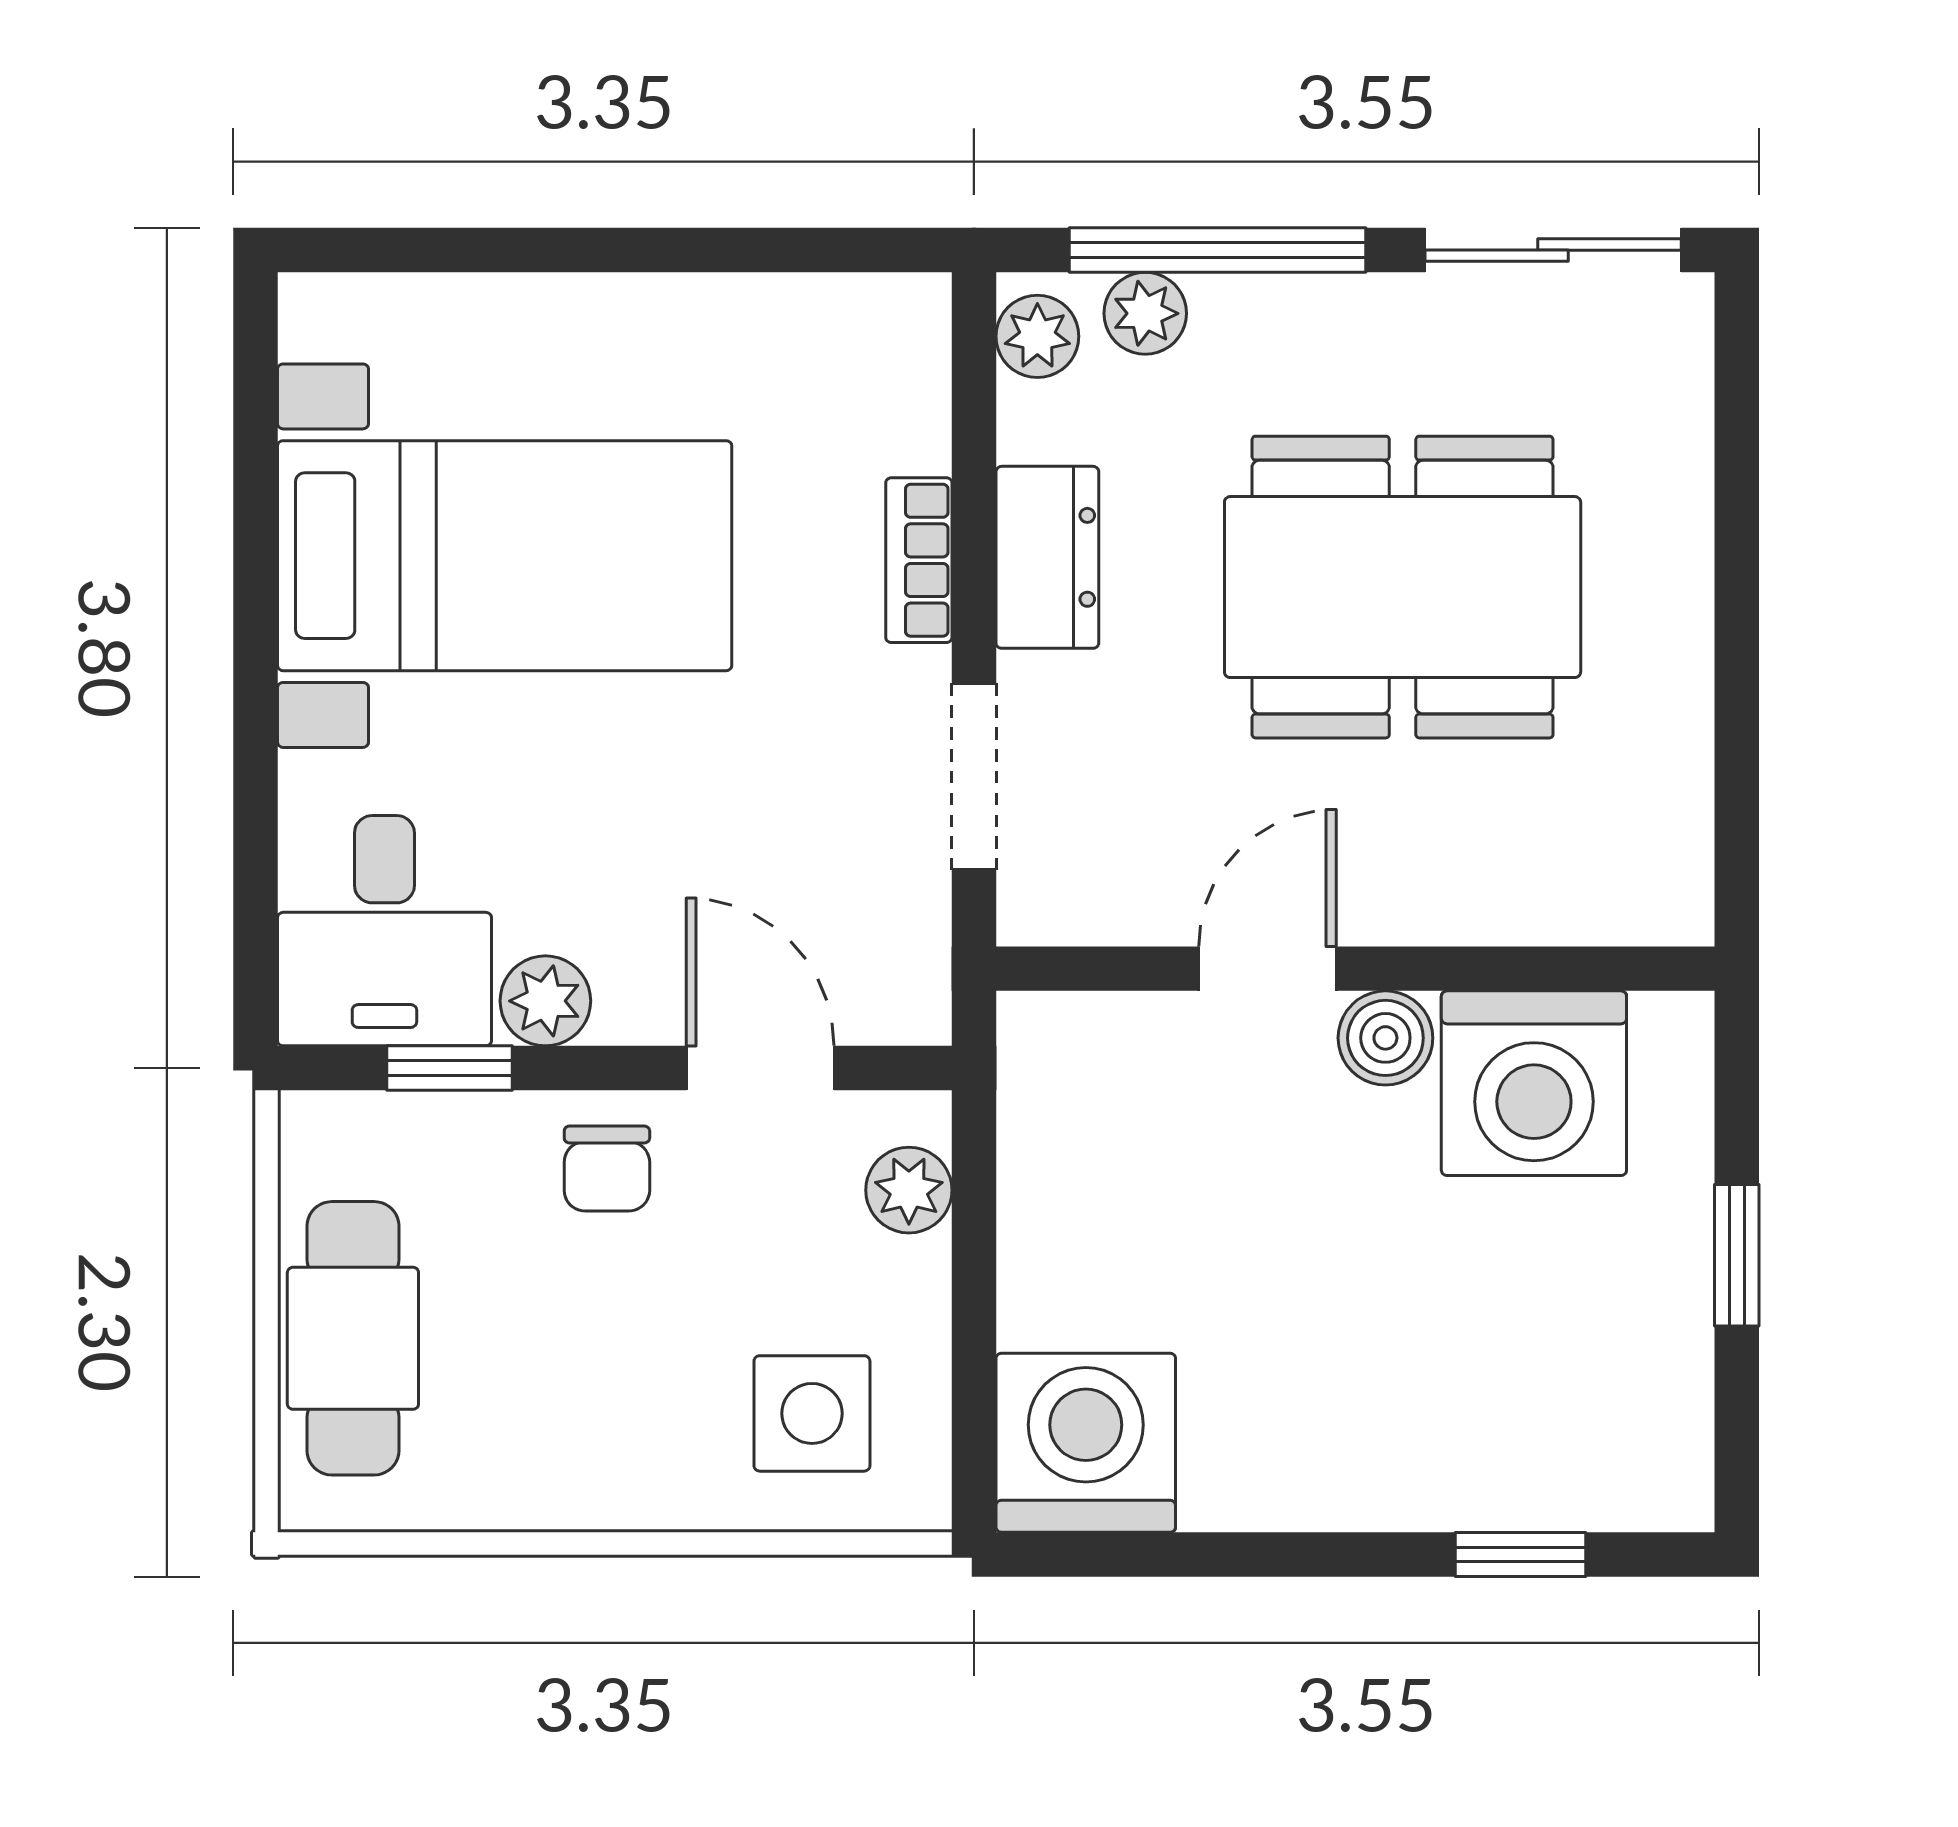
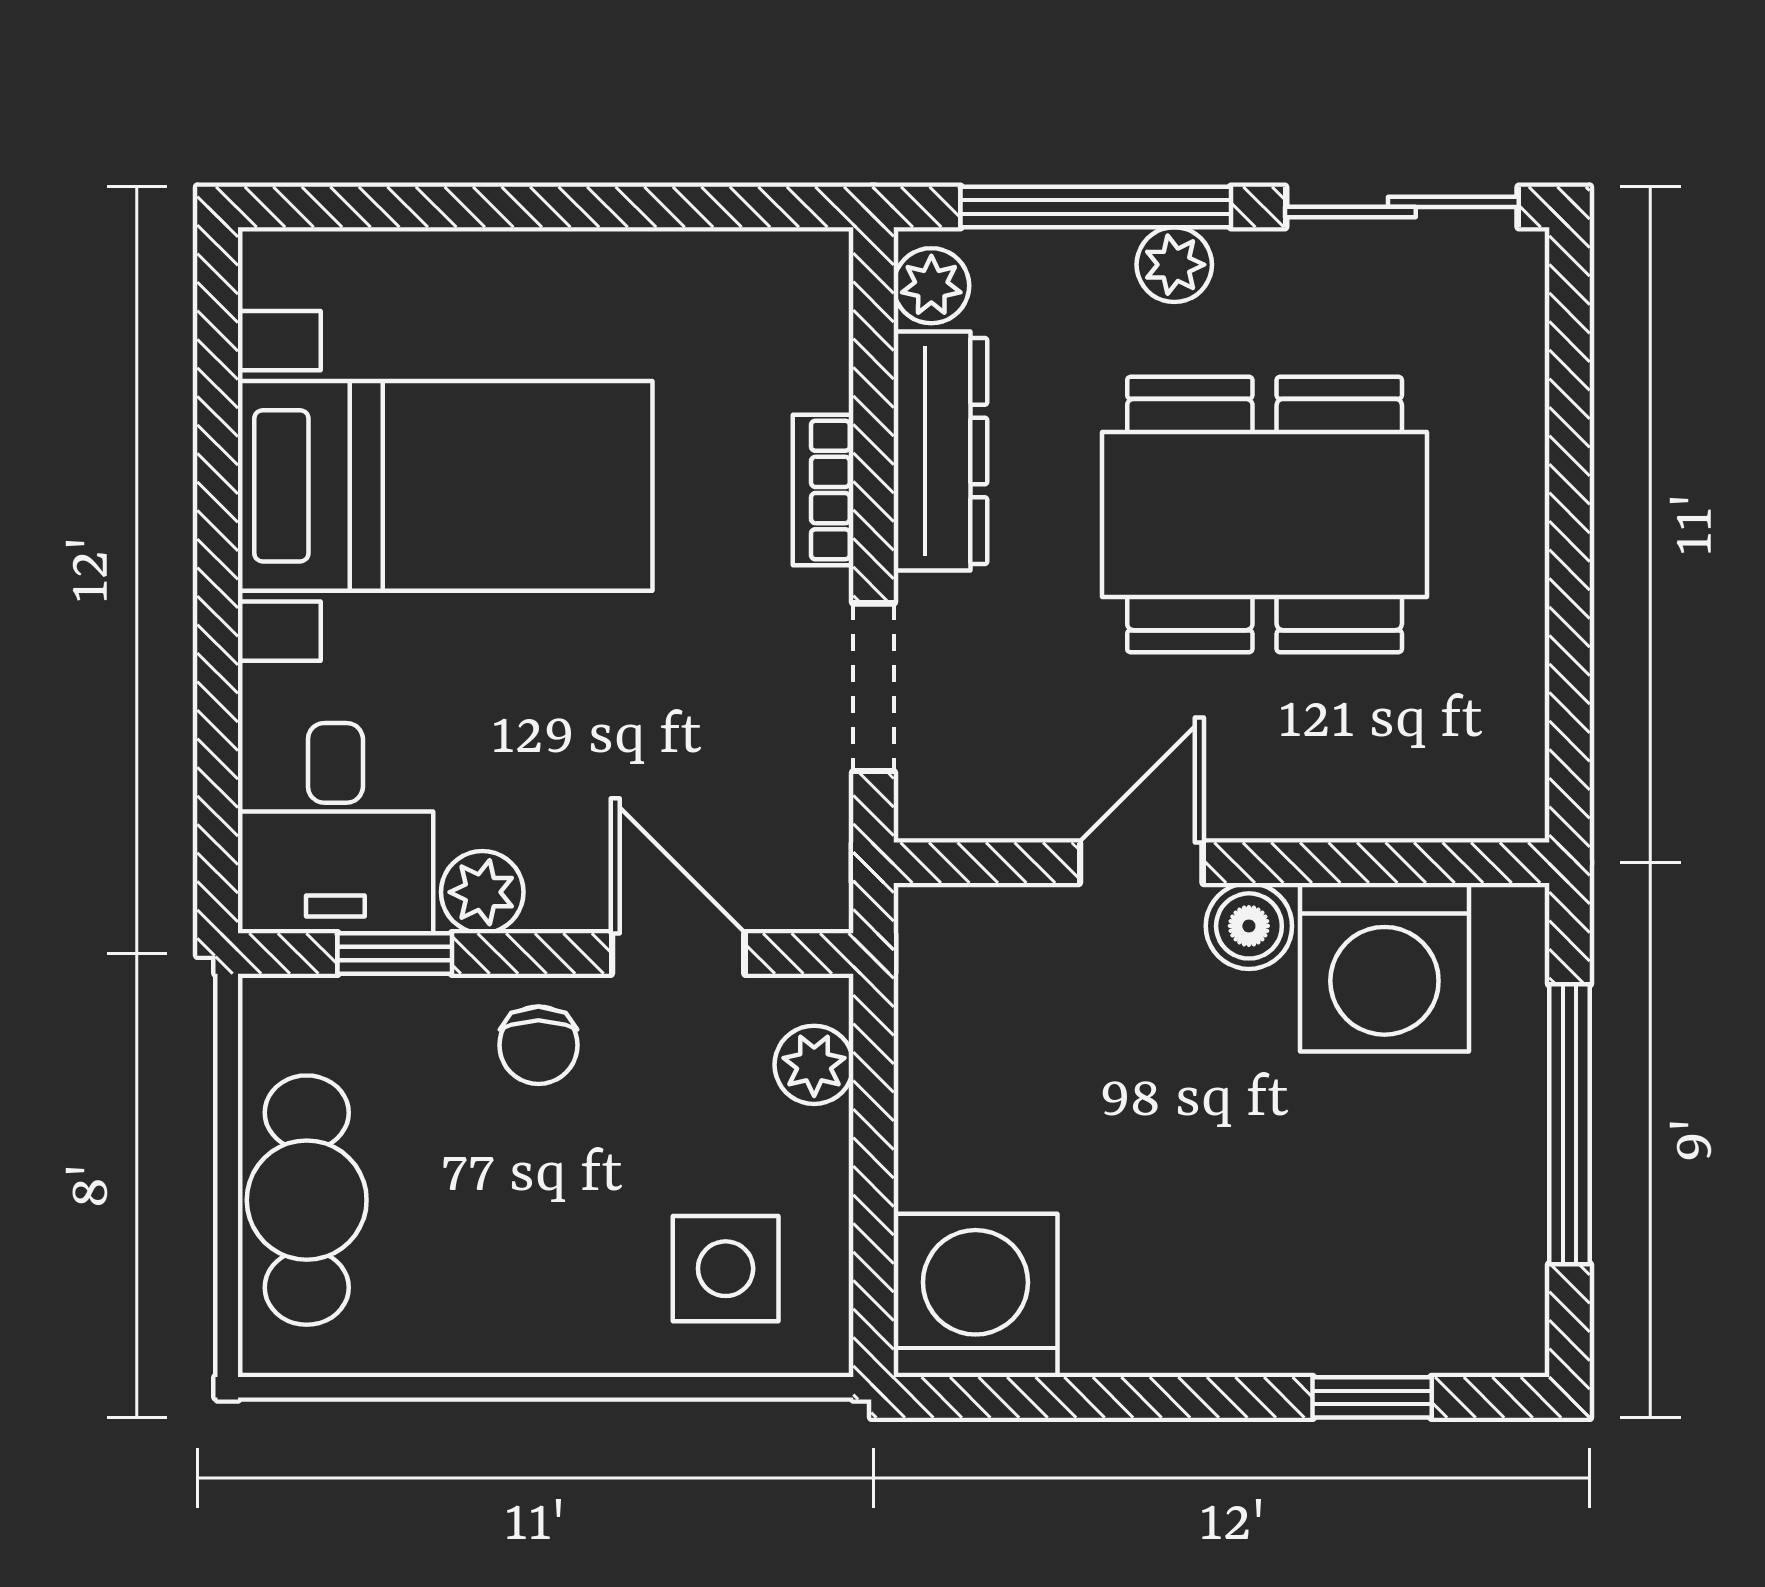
plant: (1145, 313) -> (1174, 265), moved
dresser: (1047, 557) -> (940, 451), width x1.44
window: (1737, 1255) -> (1570, 1124), width x2.17

